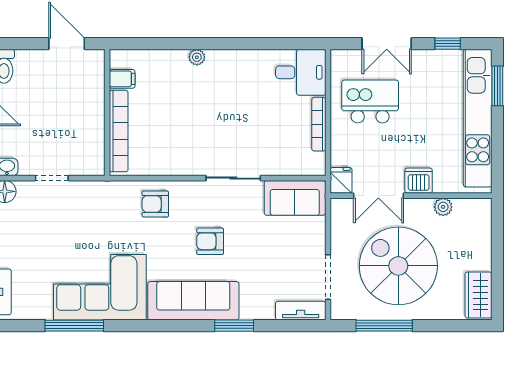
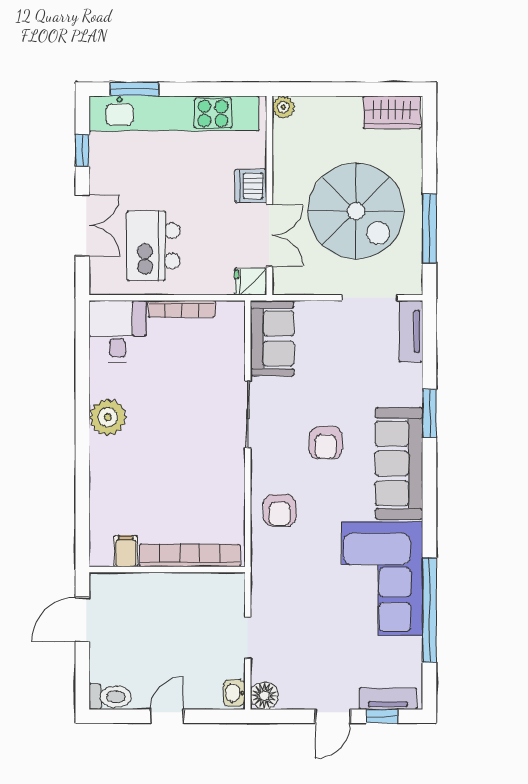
plant: (197, 57) -> (108, 417), moved, width x1.88, depth x1.88
plant: (443, 207) -> (283, 107), moved
spiral stairs: (398, 266) -> (356, 211), turned -90
window: (74, 326) -> (429, 610), width x1.46

